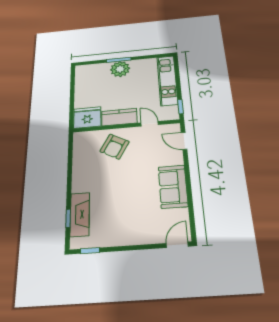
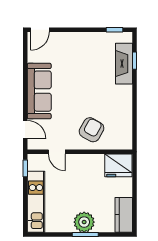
kitchen counter: (119, 117) -> (124, 215), moved, turned 90
sofa: (173, 187) -> (39, 91), width x1.36

